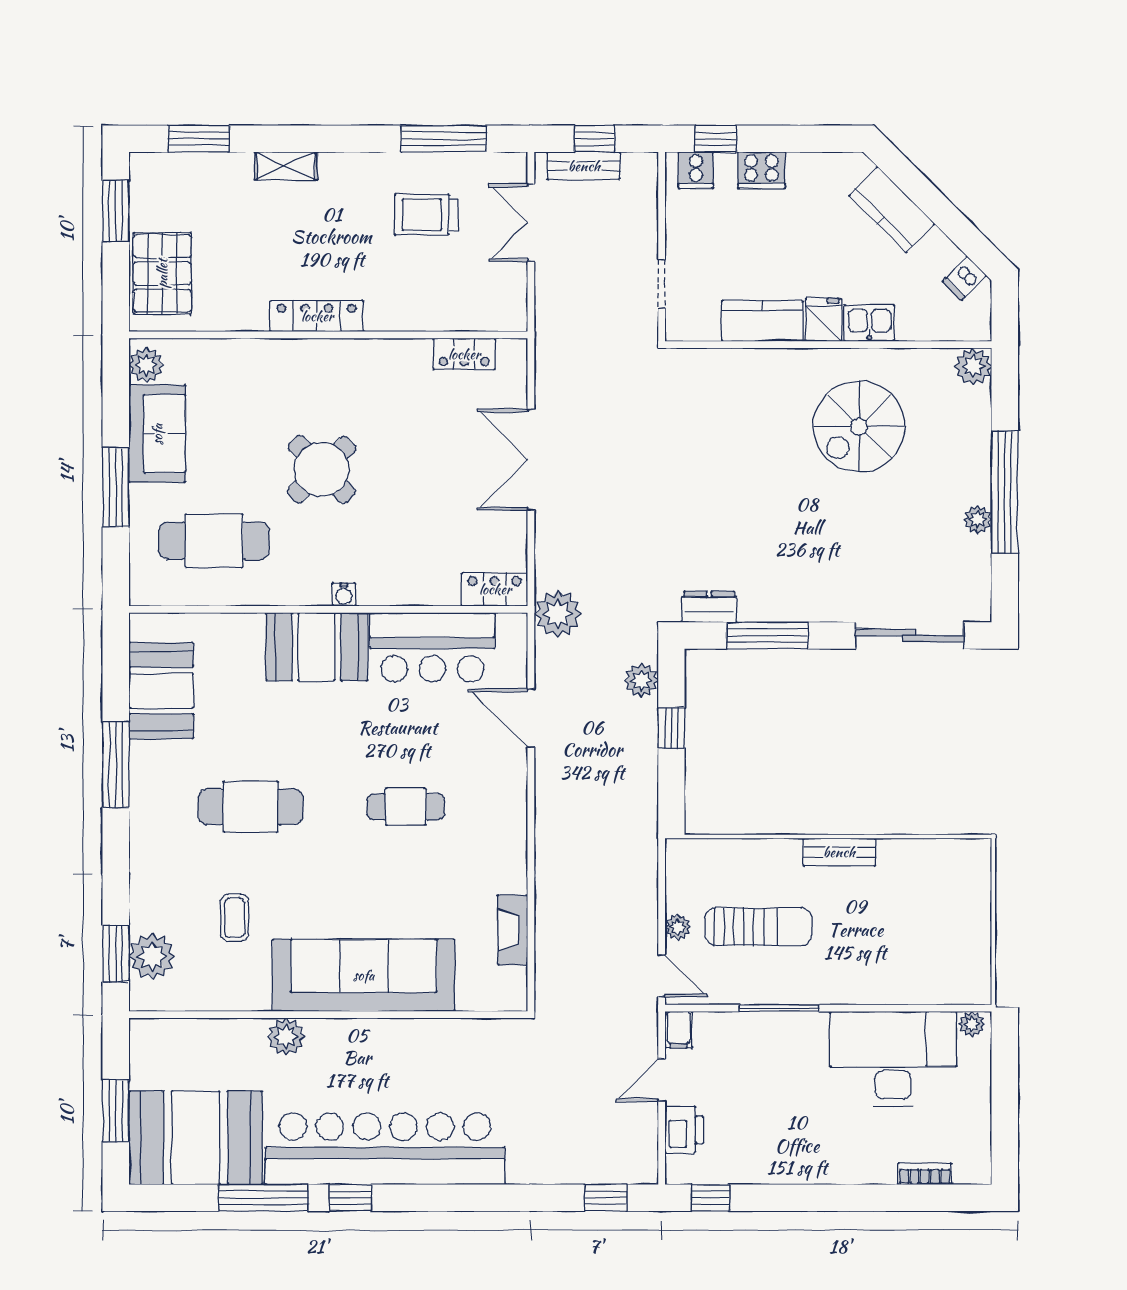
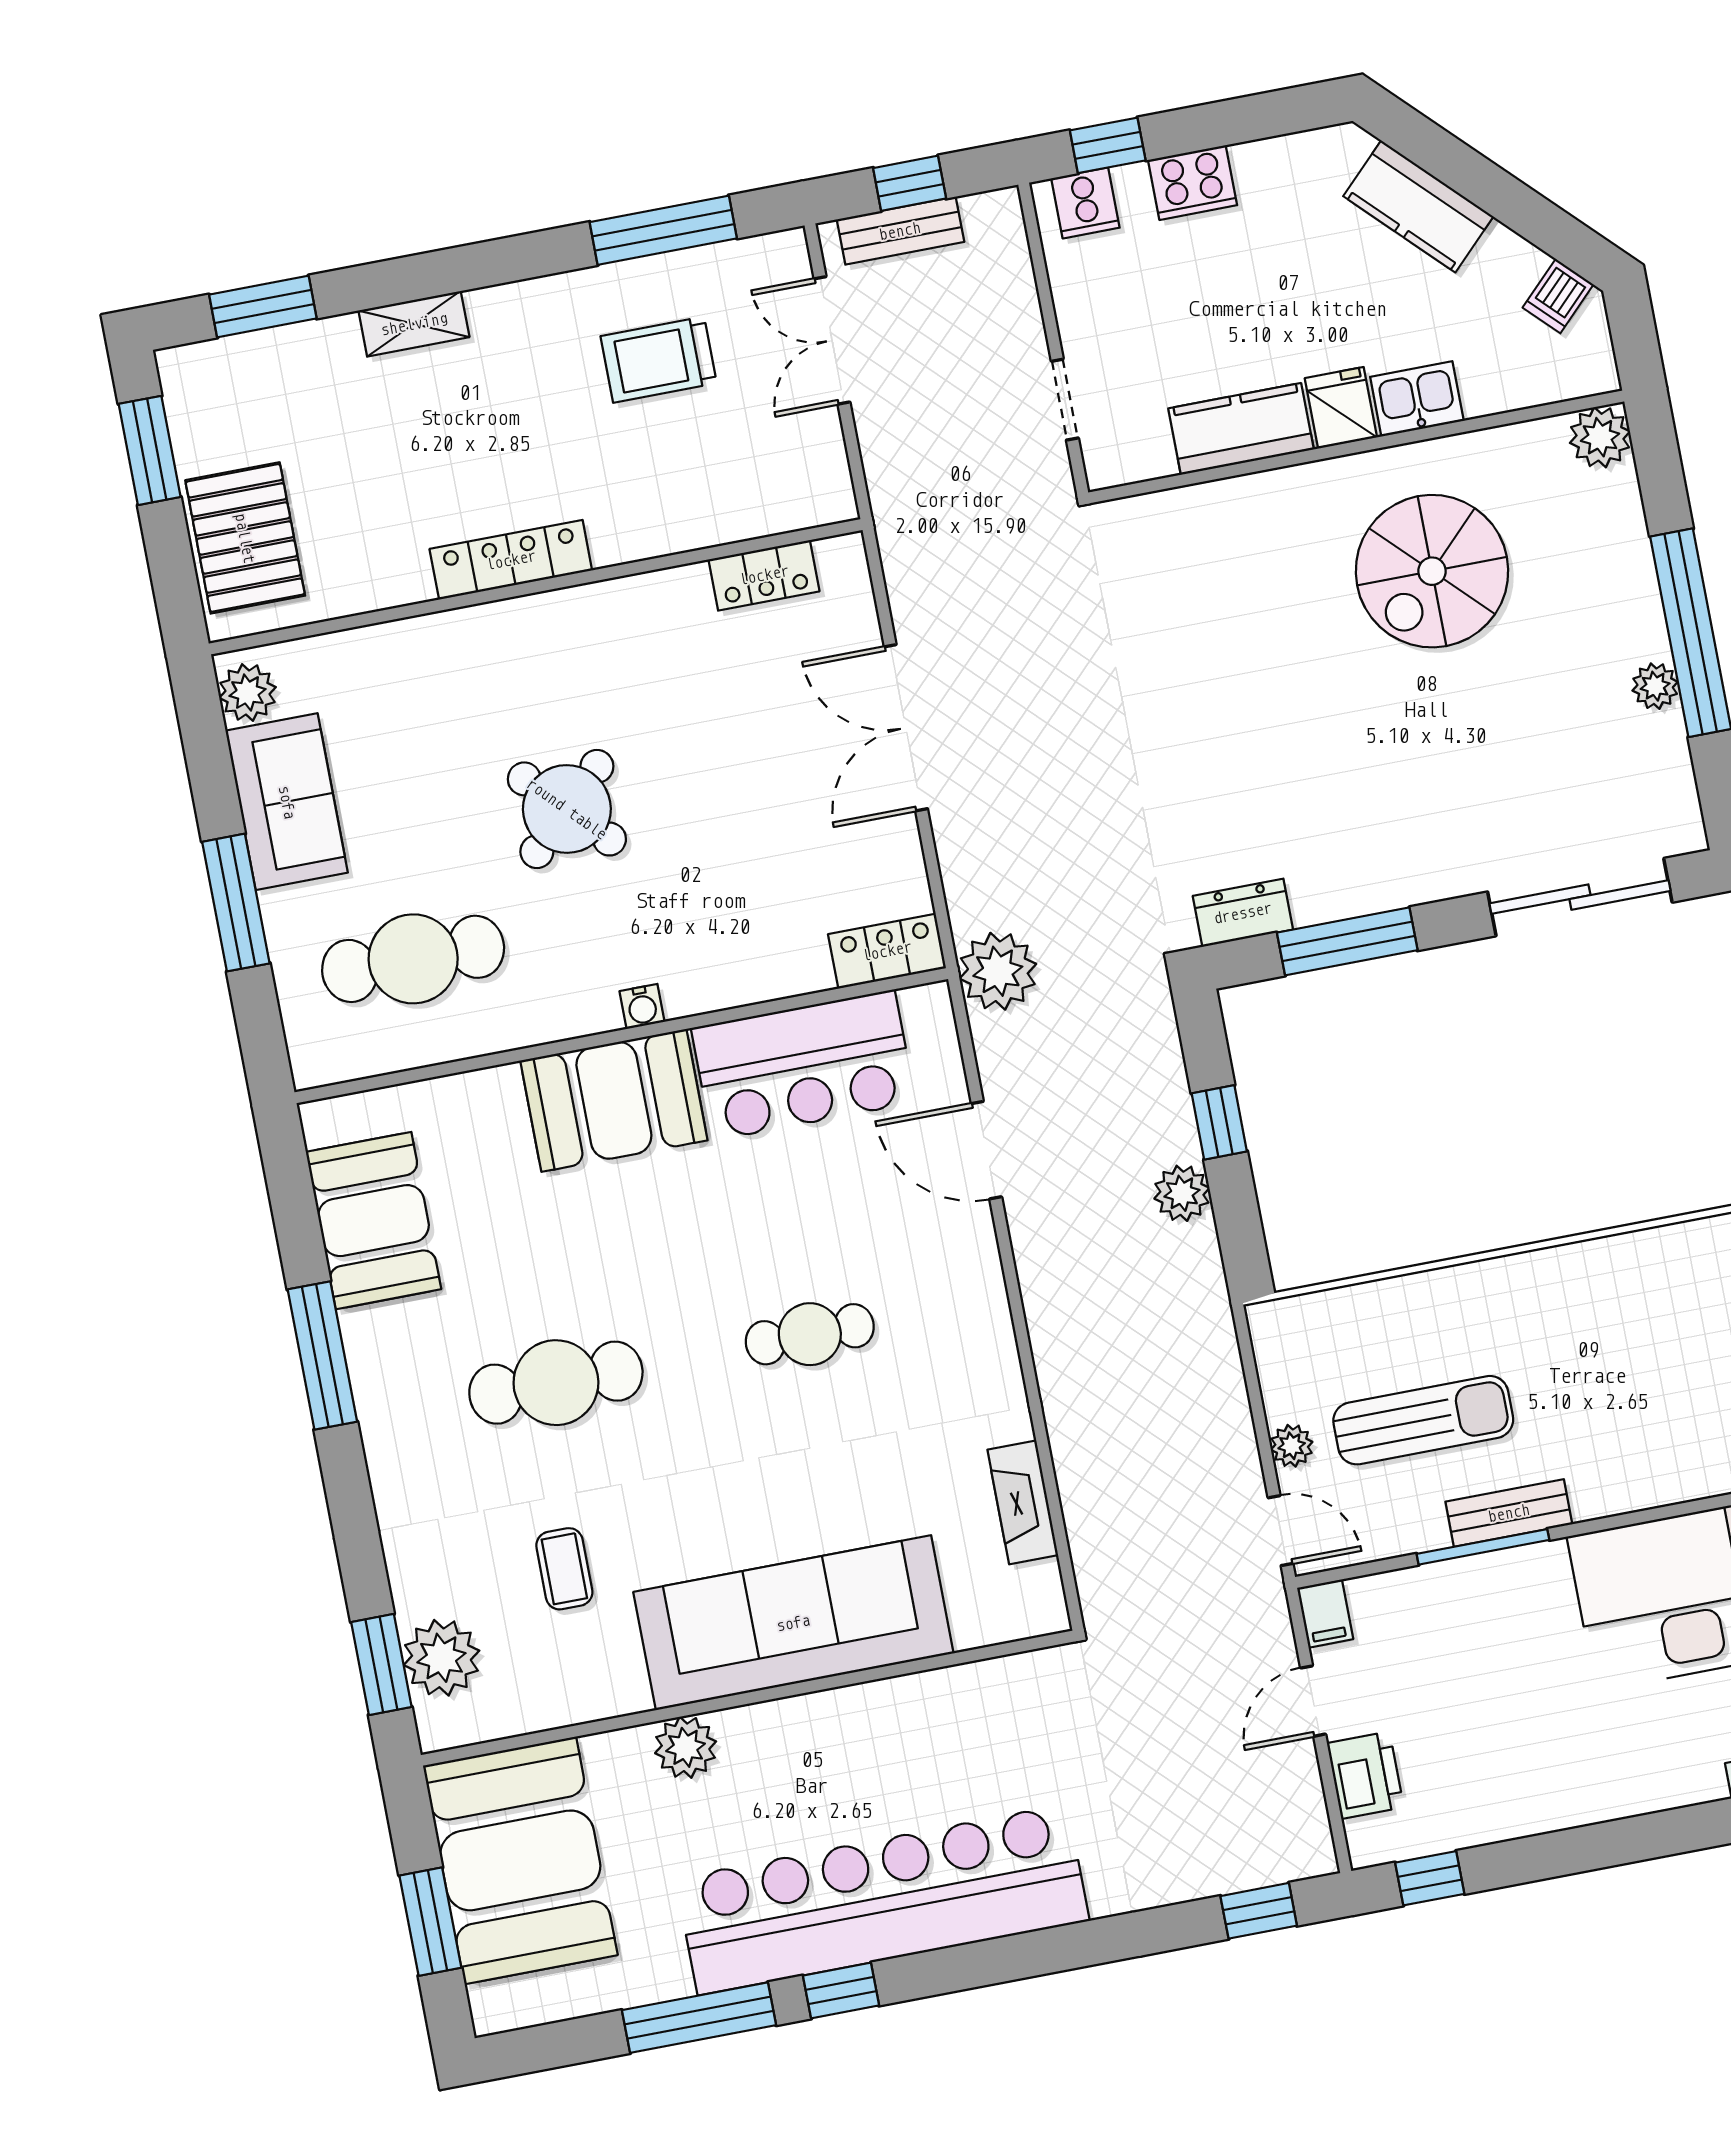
plant: (641, 680) -> (1182, 1193), moved
bench: (839, 852) -> (1509, 1513), moved
booth: (196, 1138) -> (520, 1860), moved, turned 90

